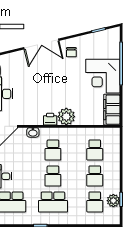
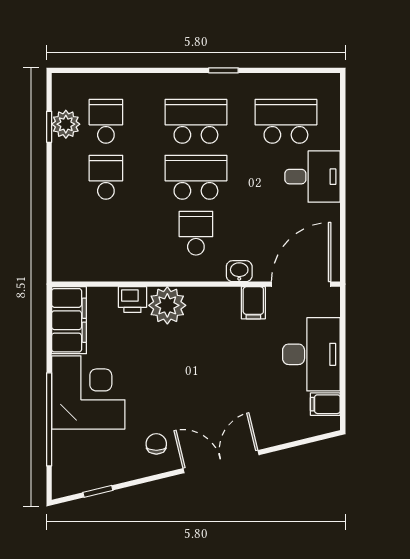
filing cabinet: (26, 118) -> (253, 303), added
printer: (50, 119) -> (132, 300), moved
school desk: (95, 150) -> (106, 233), removed
school desk: (53, 176) -> (196, 177), width x1.85

